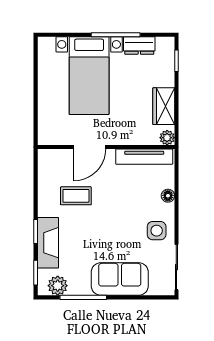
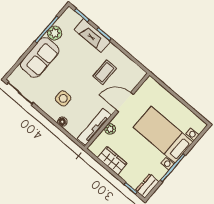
dresser: (139, 45) -> (147, 186), moved
plant: (167, 138) -> (110, 129), moved
door: (90, 147) -> (125, 102), hinge flipped
side table: (157, 231) -> (63, 98), moved
plant: (58, 286) -> (55, 33), moved

